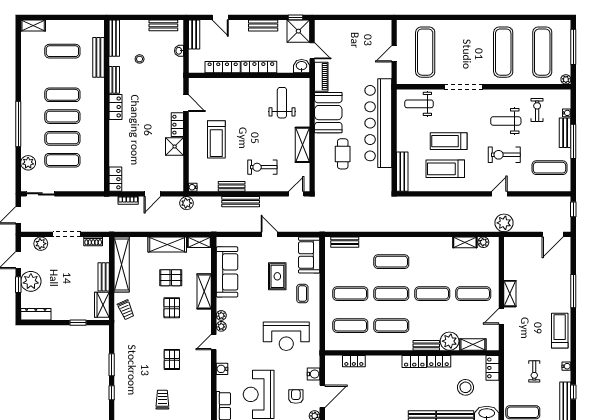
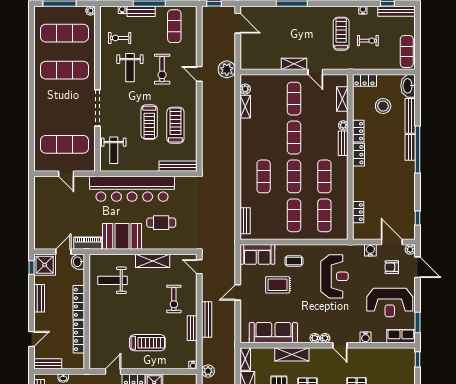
treadmill: (445, 169) -> (175, 125), turned 180
treadmill: (560, 331) -> (341, 34), moved, turned 90
plant: (450, 341) -> (343, 125), width x0.53, depth x0.53

